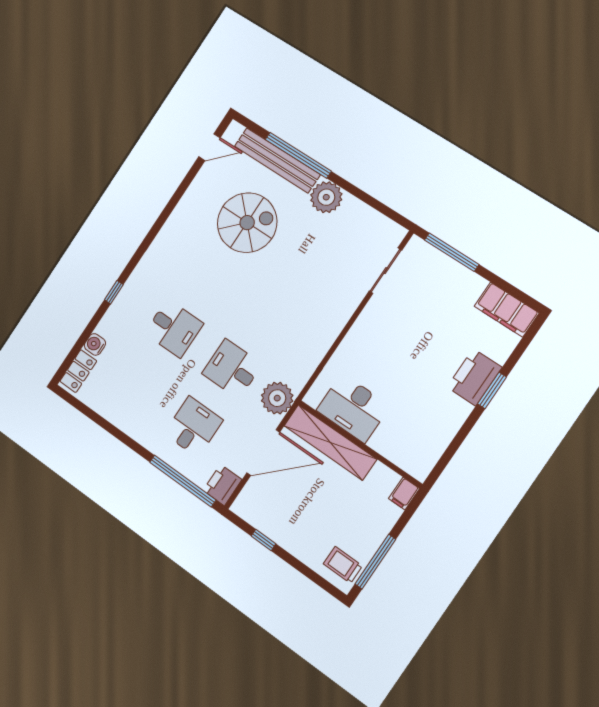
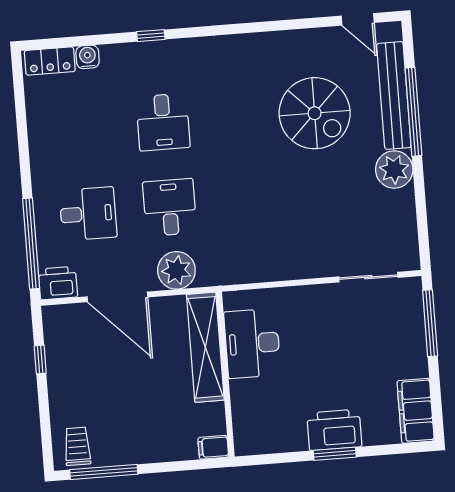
desk: (353, 408) -> (252, 343), moved
shelving: (330, 442) -> (205, 347), moved
wall: (360, 444) -> (225, 374), moved
filing cabinet: (404, 494) -> (213, 447), moved

